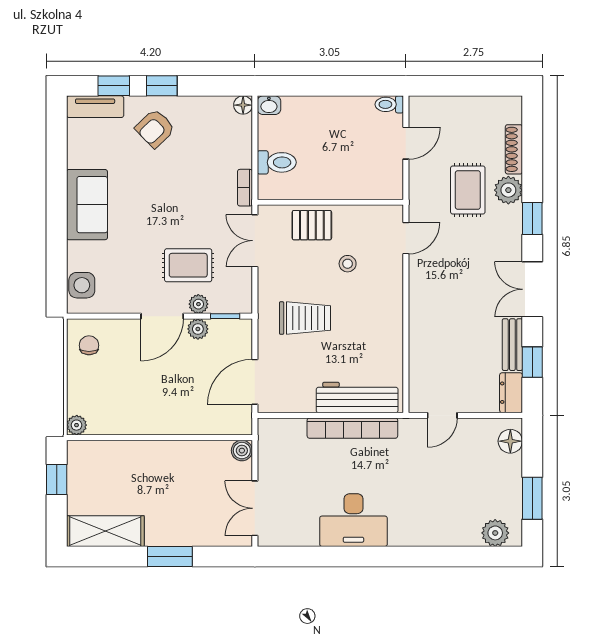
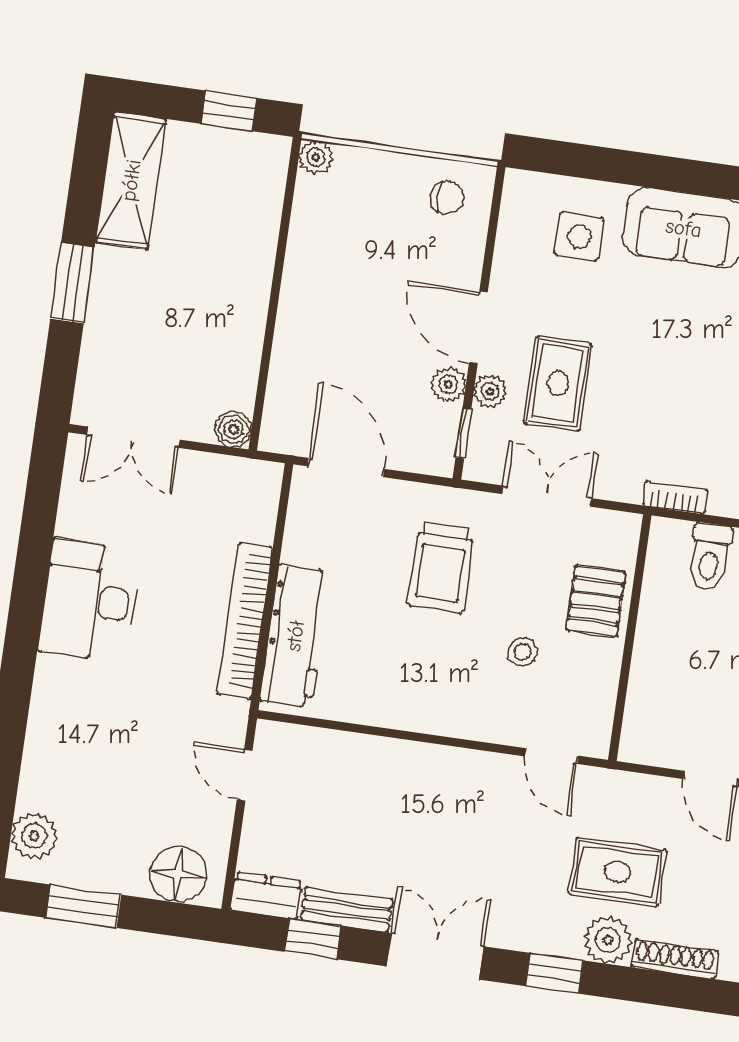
double door: (255, 241) -> (547, 496), moved
side table: (82, 285) -> (579, 237), moved
floor lamp: (510, 441) -> (178, 874), width x1.38, depth x1.38
double door: (255, 508) -> (133, 437), swing flipped

